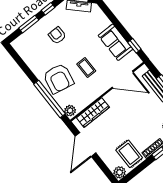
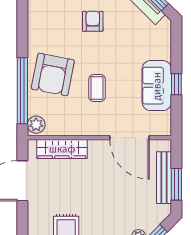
window: (134, 46) -> (176, 84), moved

